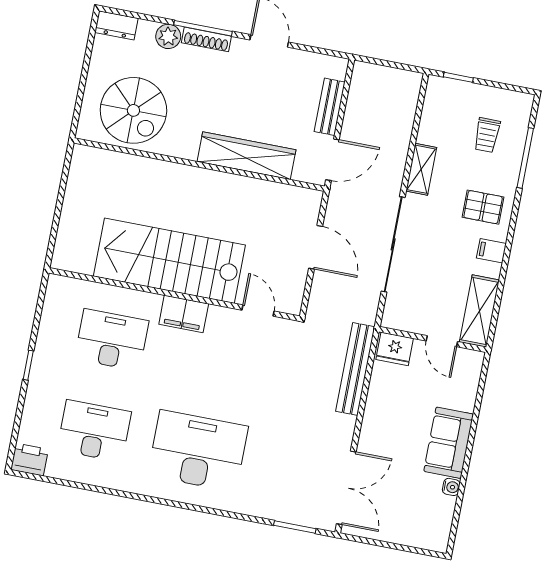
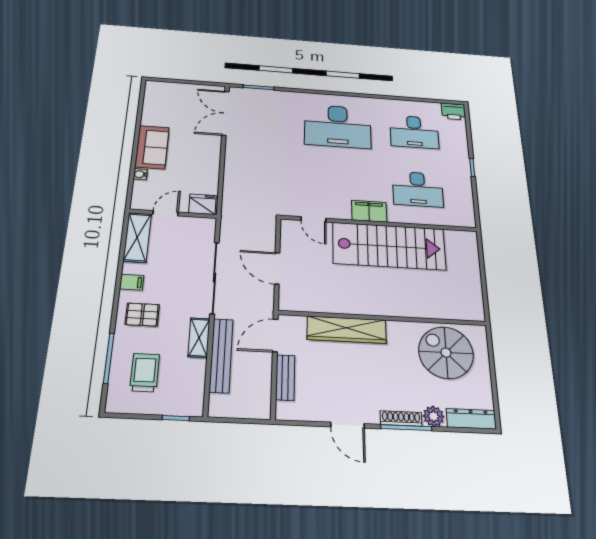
dresser: (116, 25) -> (471, 419), width x1.44
trolley: (487, 135) -> (145, 373), width x1.36, depth x1.39
door: (442, 341) -> (166, 213), hinge flipped
bench: (355, 369) -> (221, 355), moved
water cooler: (451, 487) -> (140, 174), moved

